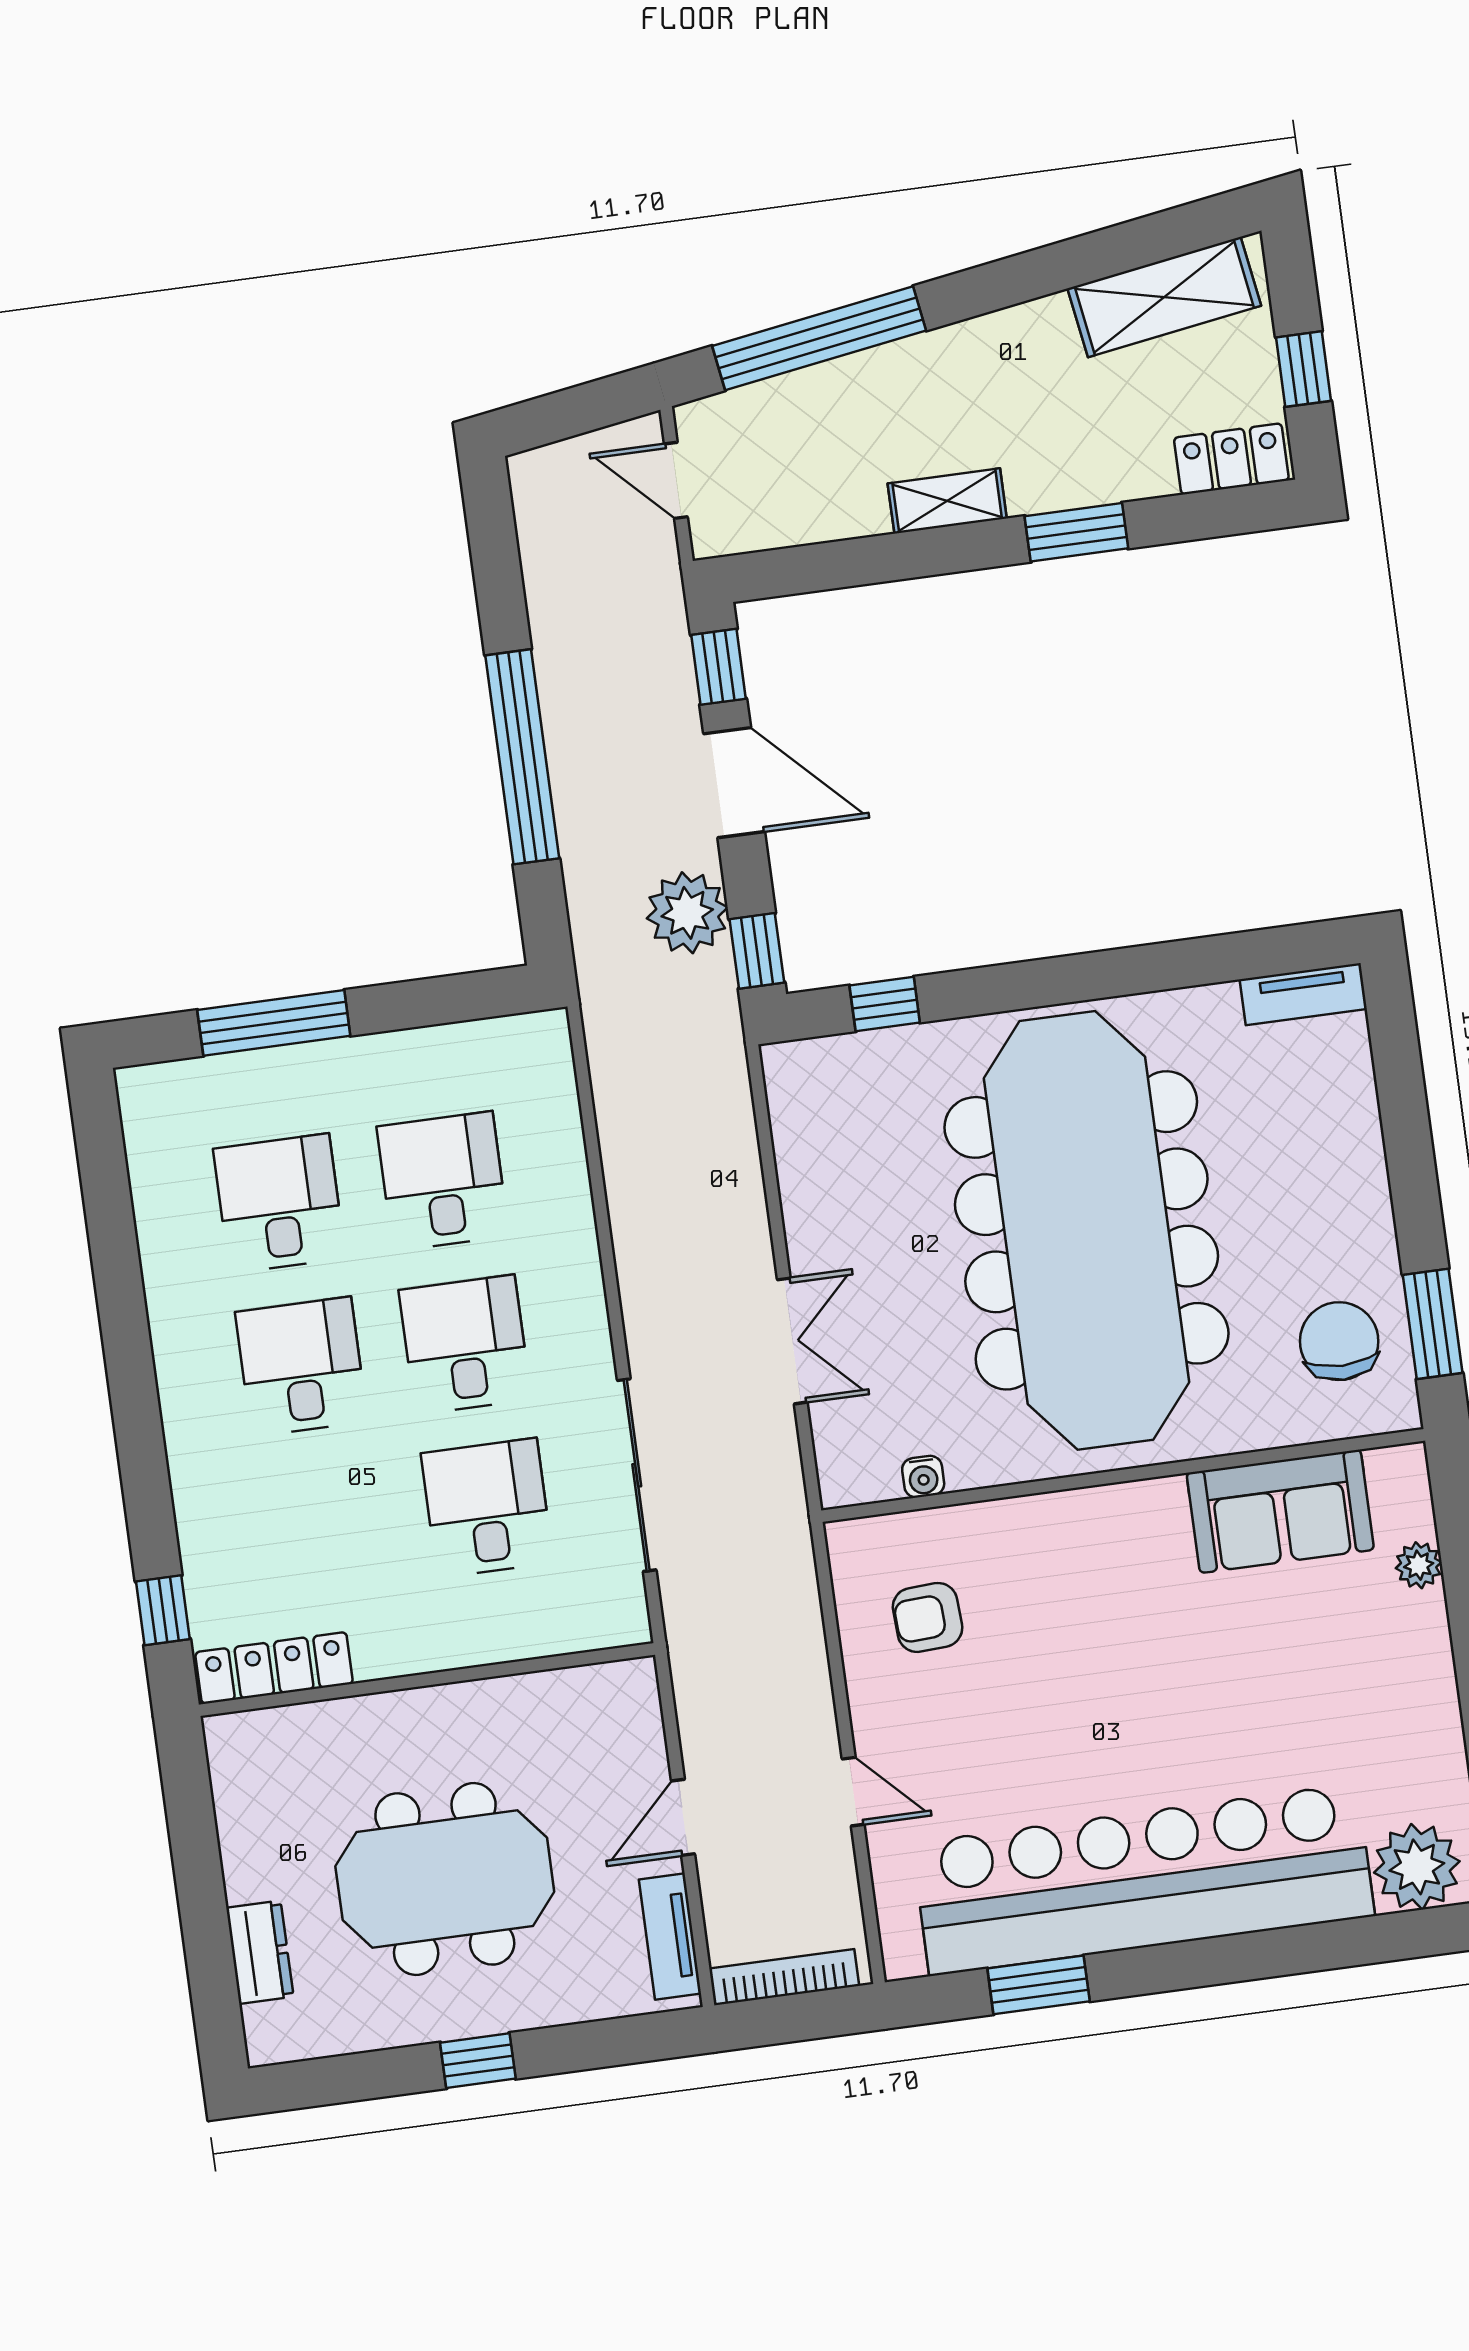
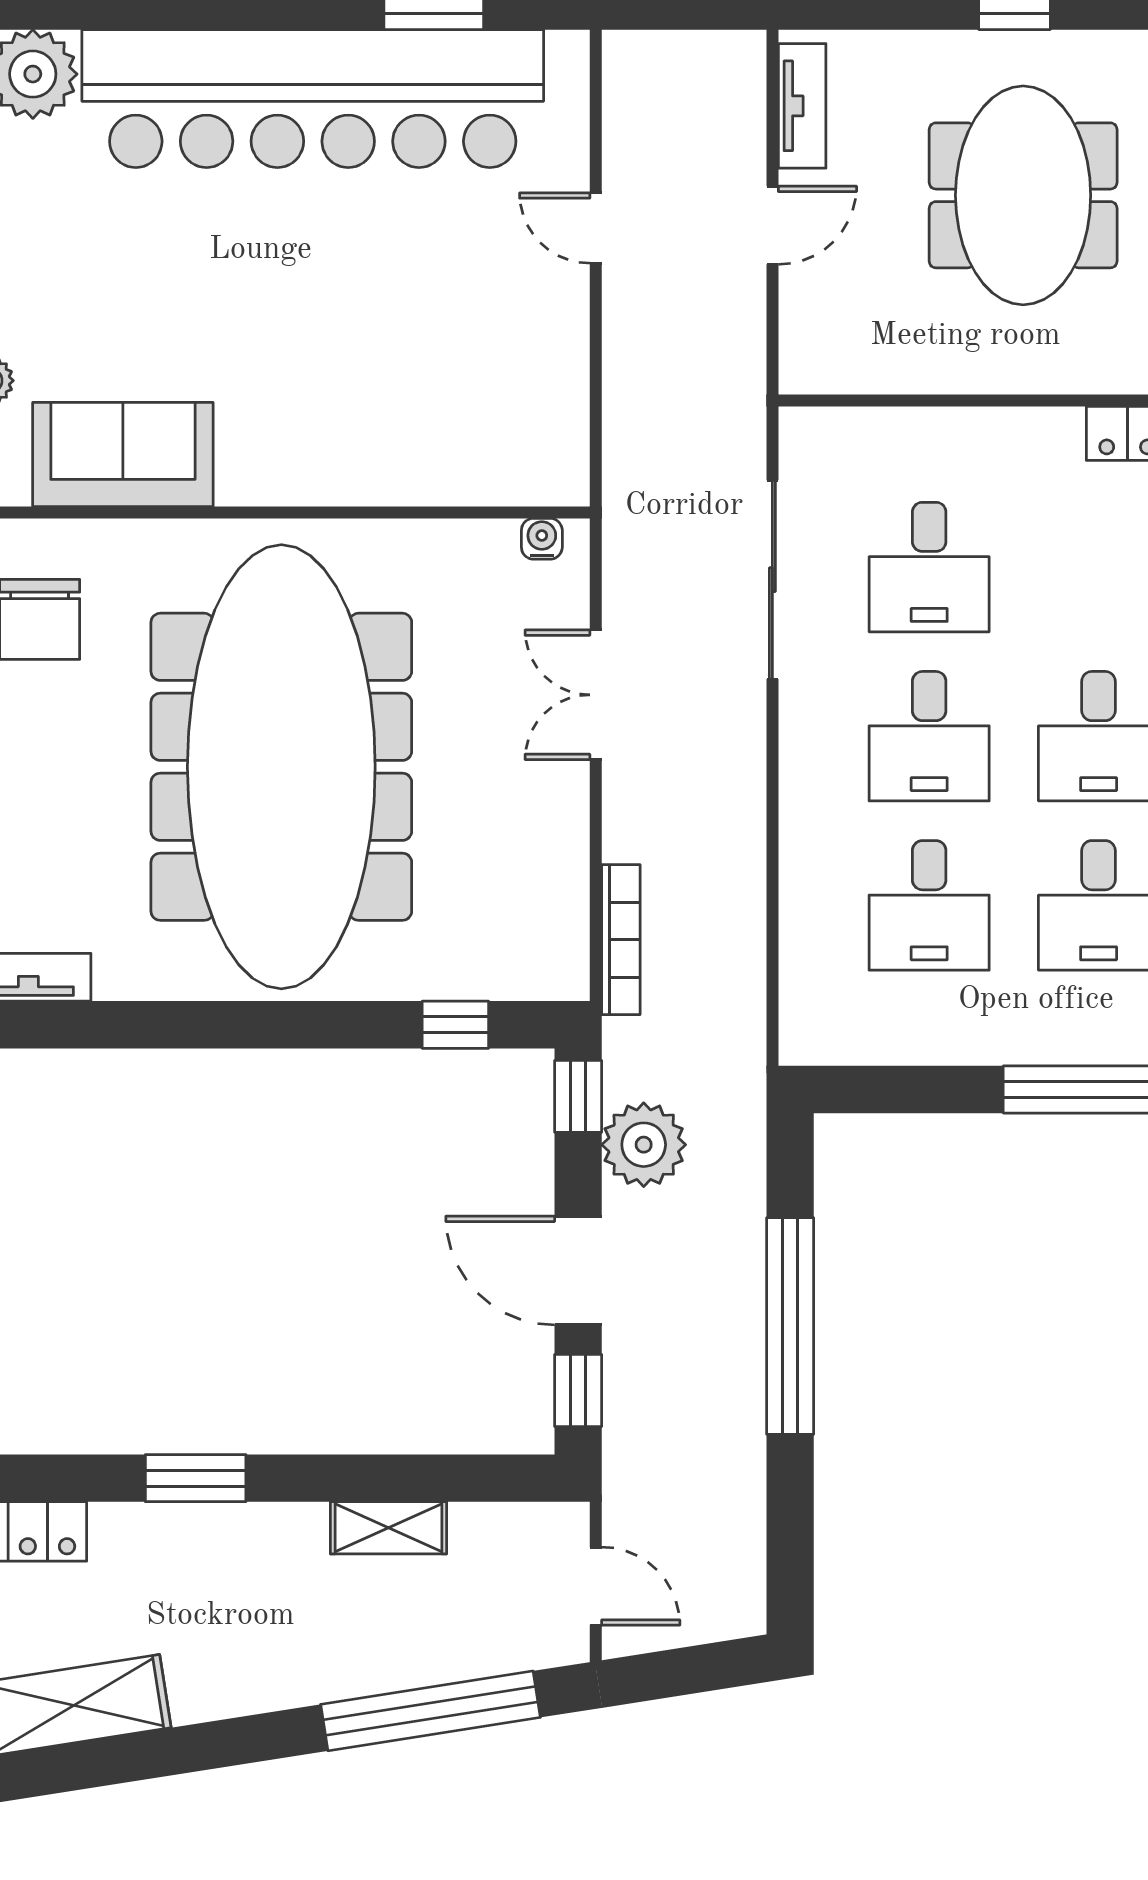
shelving: (947, 501) -> (388, 1528), moved
water cooler: (923, 1477) -> (542, 539), moved
armchair: (928, 1617) -> (496, 395), removed
meeting table: (445, 1879) -> (1023, 195), turned 90
bookcase: (784, 1977) -> (621, 940), moved, turned -90

